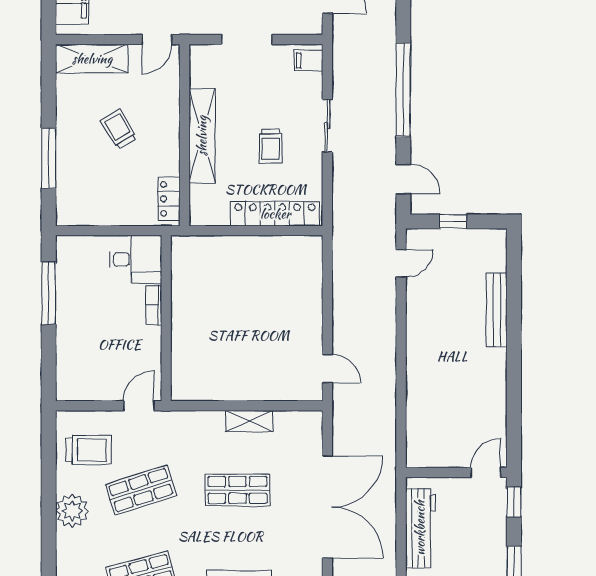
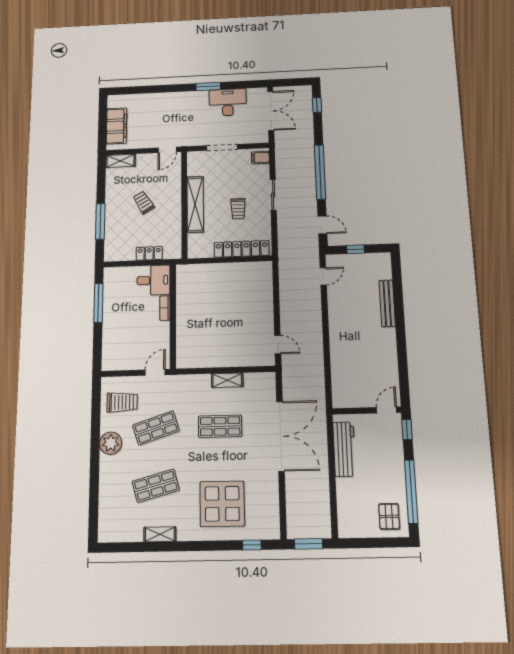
shelving: (92, 59) -> (120, 161), width x0.67, depth x0.75
locker: (169, 199) -> (149, 253), moved, turned 90

